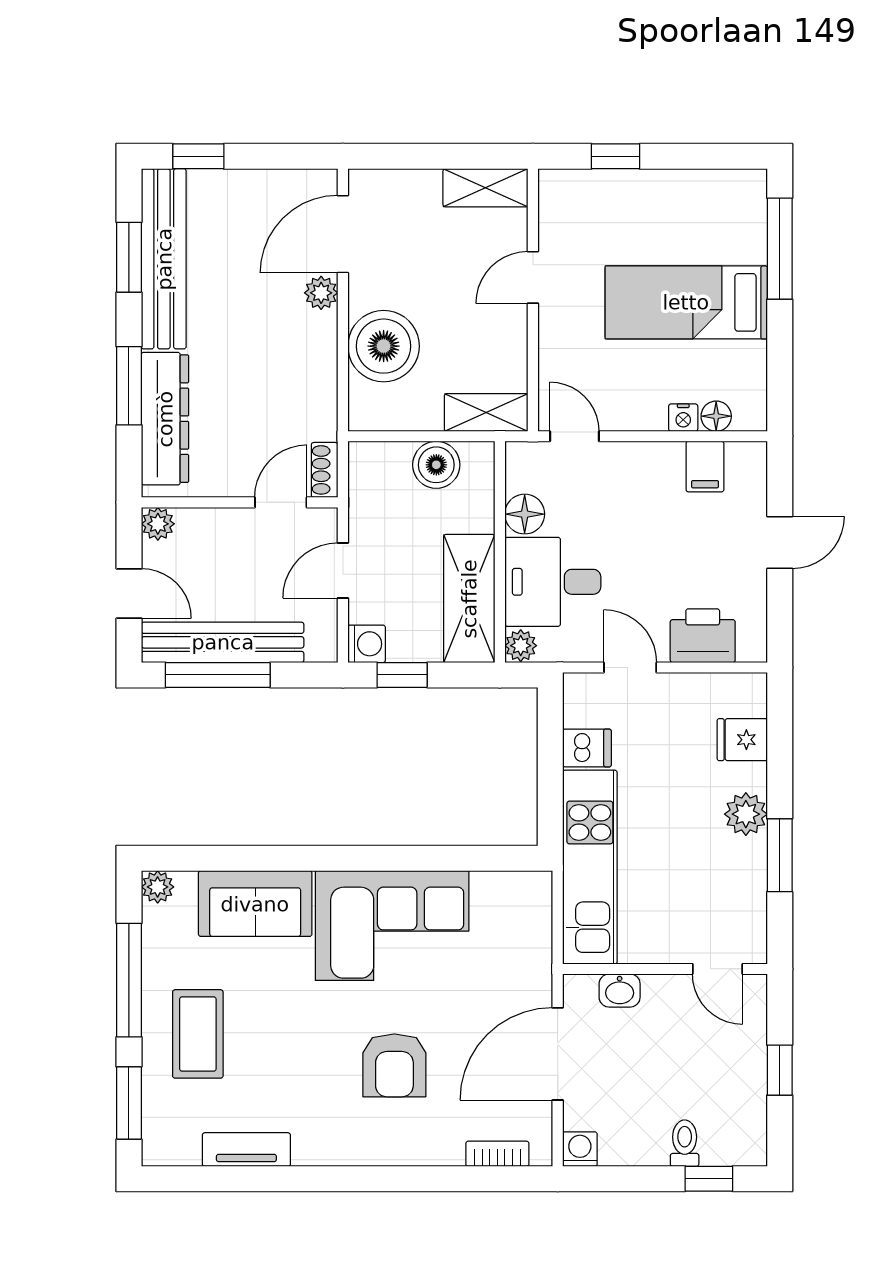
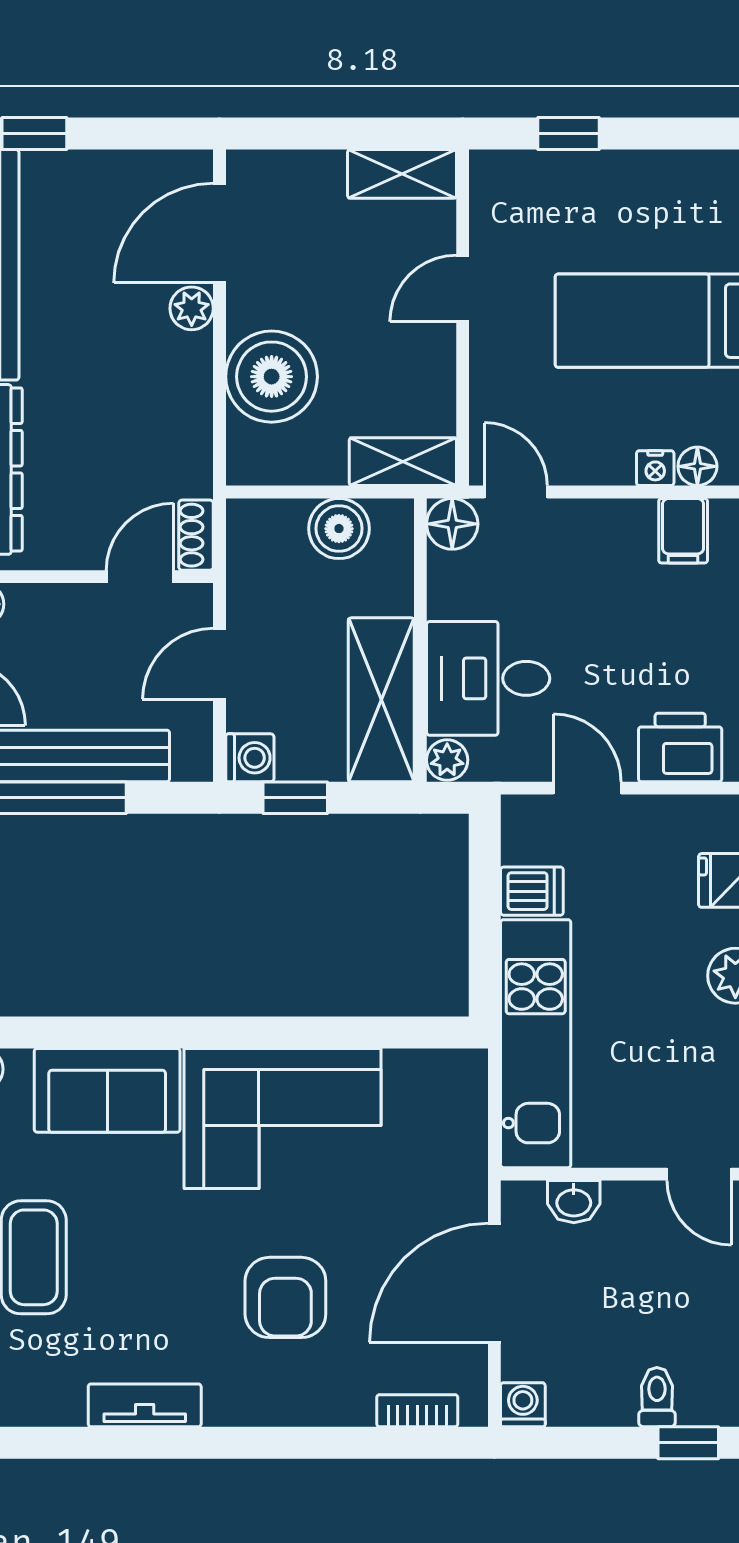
floor lamp: (525, 514) -> (452, 524), moved
tv unit: (246, 1150) -> (145, 1405), moved

